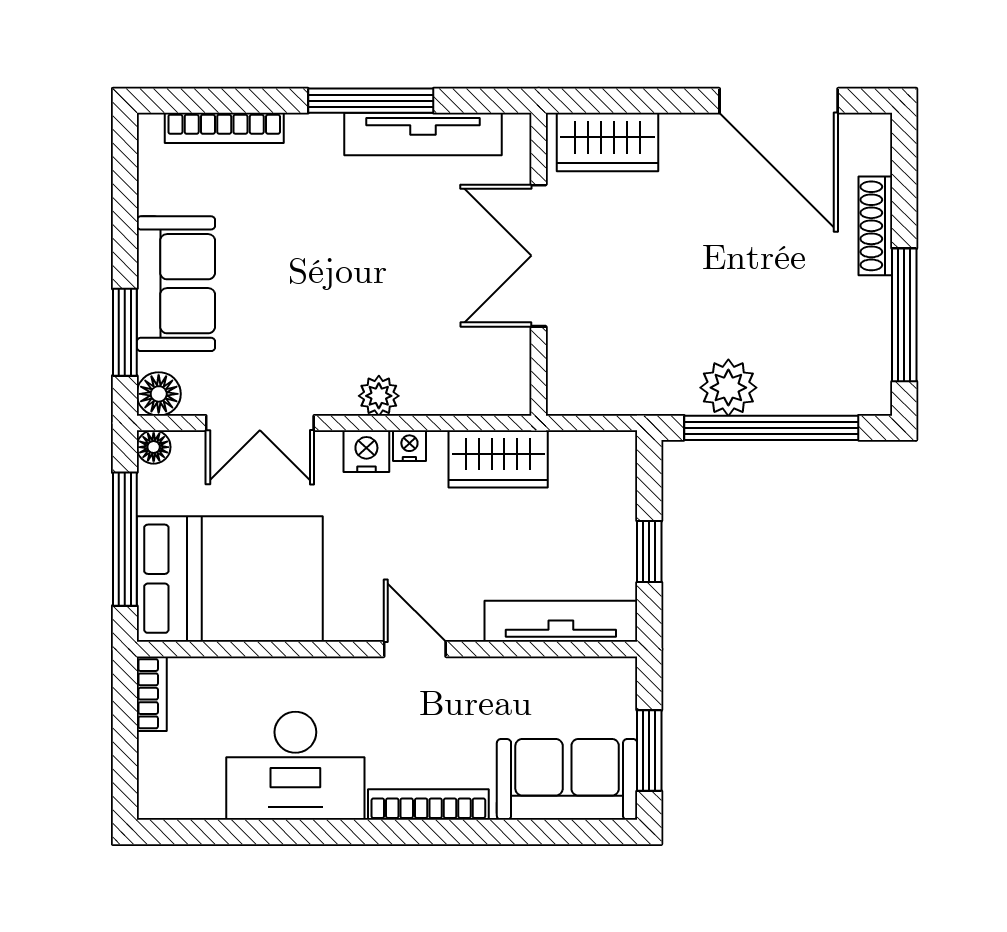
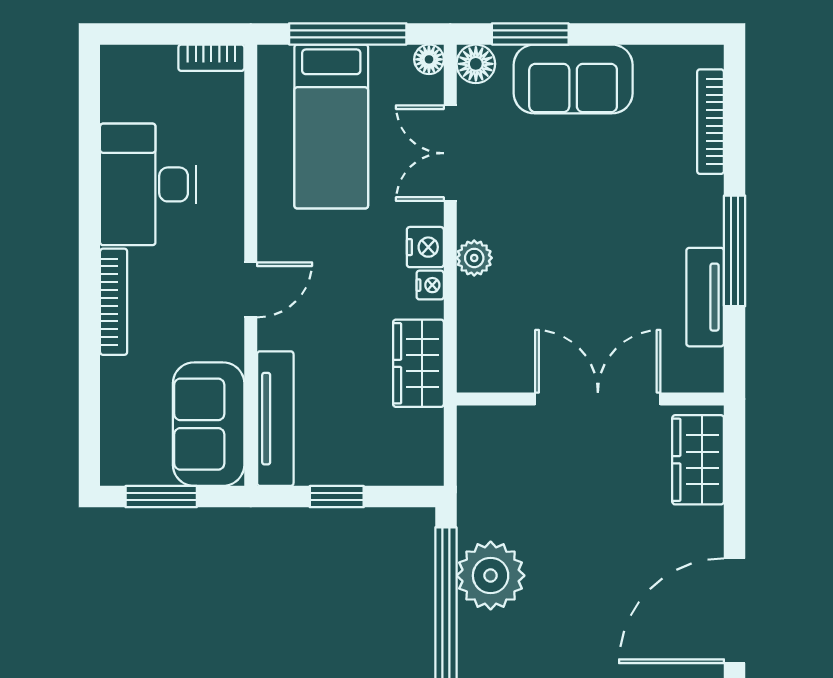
tv unit: (423, 134) -> (705, 297), width x0.71
plant: (728, 388) -> (491, 576), width x1.36, depth x1.36
bed: (230, 579) -> (331, 127), width x0.67
sofa: (567, 779) -> (209, 424), moved, turned 180

